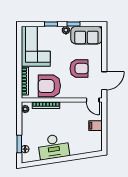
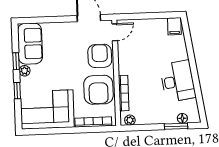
armchair: (79, 69) -> (100, 56), moved
filing cabinet: (95, 126) -> (174, 26), moved

